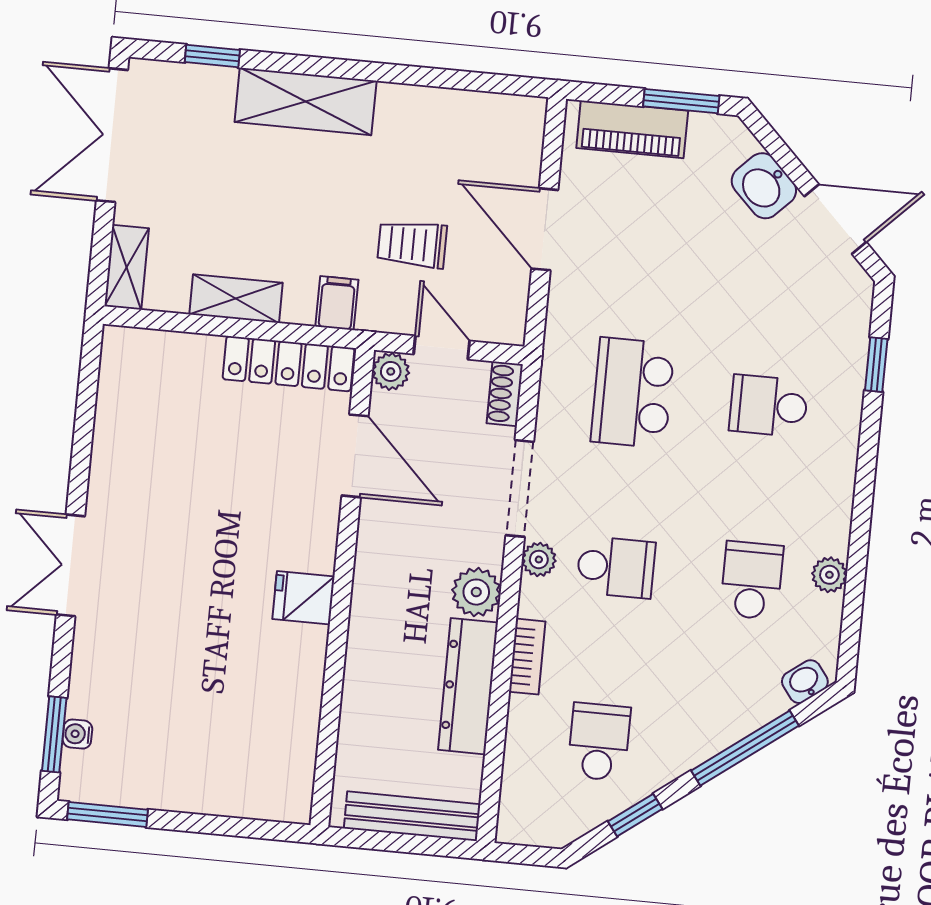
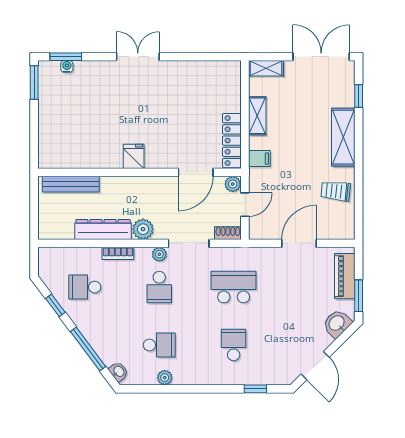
washbasin: (764, 186) -> (337, 323), moved
trolley: (412, 244) -> (336, 191), moved, turned -84
school desk: (599, 742) -> (85, 287), turned 180
bench: (412, 816) -> (71, 184), moved, turned 90

